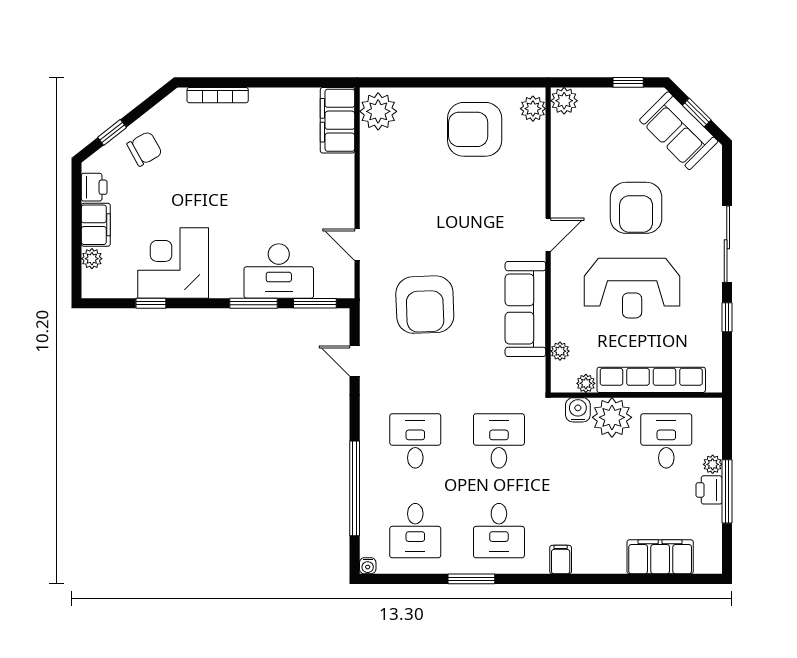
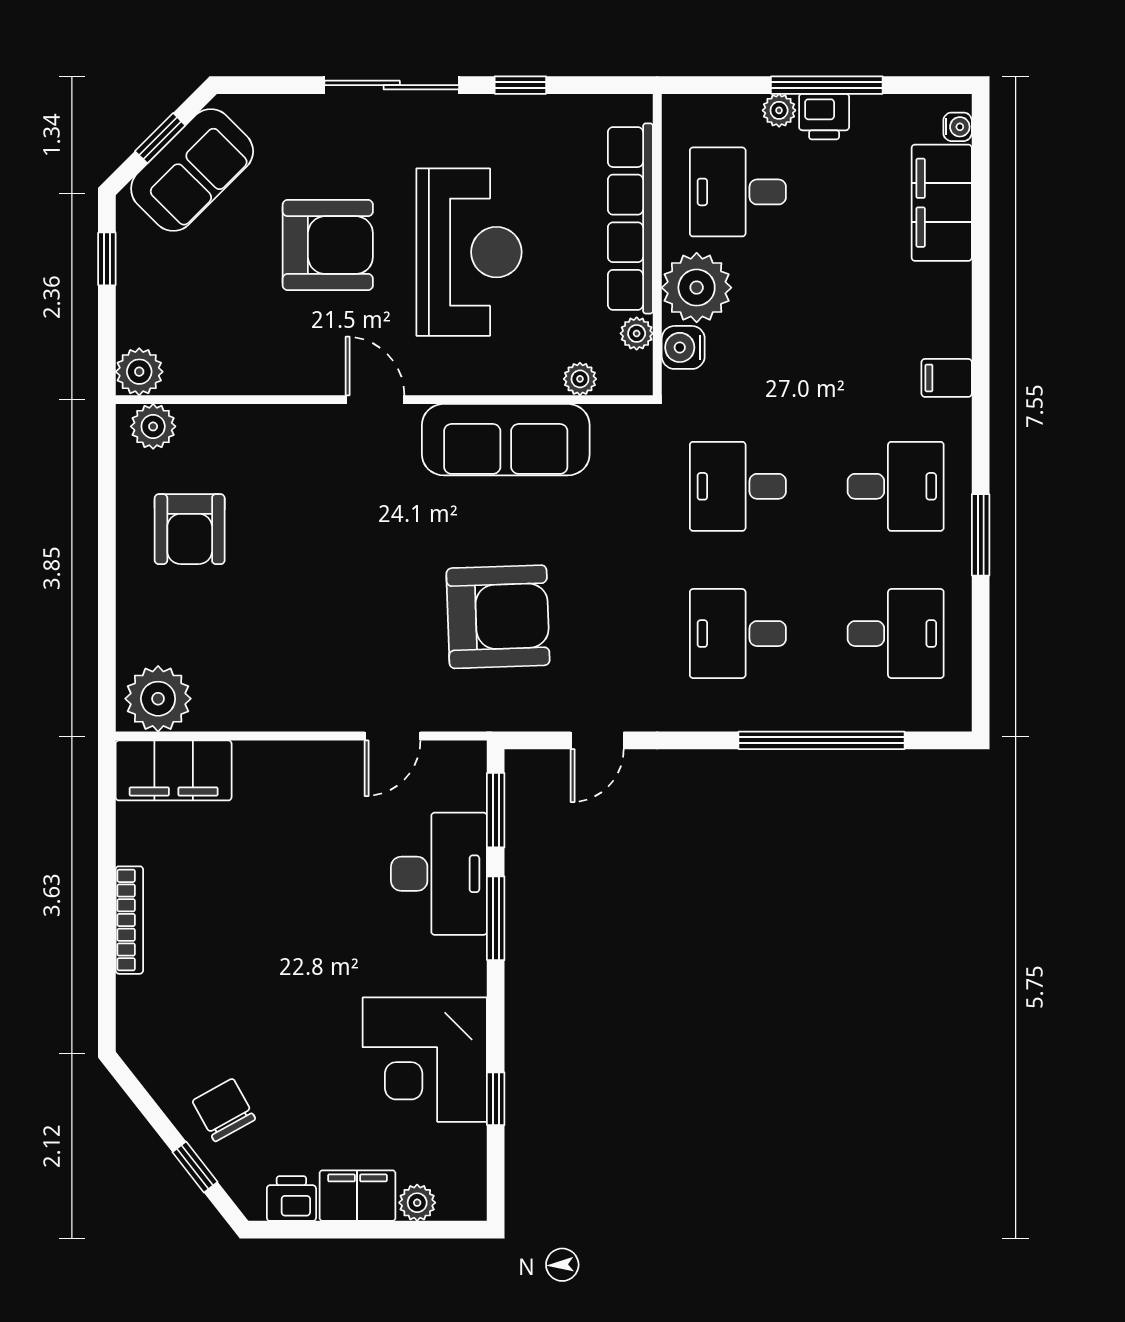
bookcase: (218, 95) -> (129, 920), moved
armchair: (475, 129) -> (190, 529), width x0.73, depth x0.73
water cooler: (368, 566) -> (958, 127), moved

